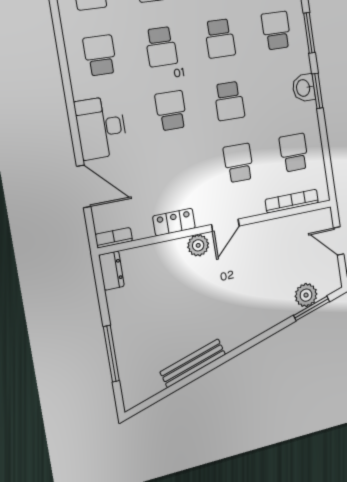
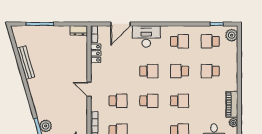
school desk: (220, 38) -> (180, 101), turned 180
school desk: (229, 101) -> (149, 101), turned 180
locker: (174, 222) -> (96, 53), moved
plant: (198, 245) -> (82, 74), removed

